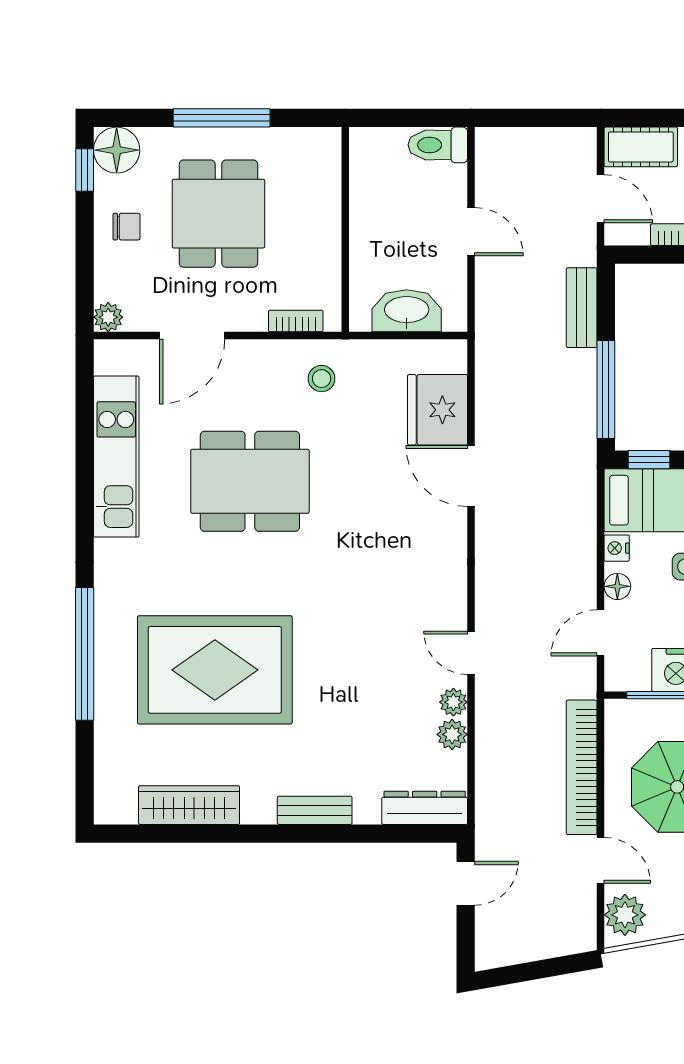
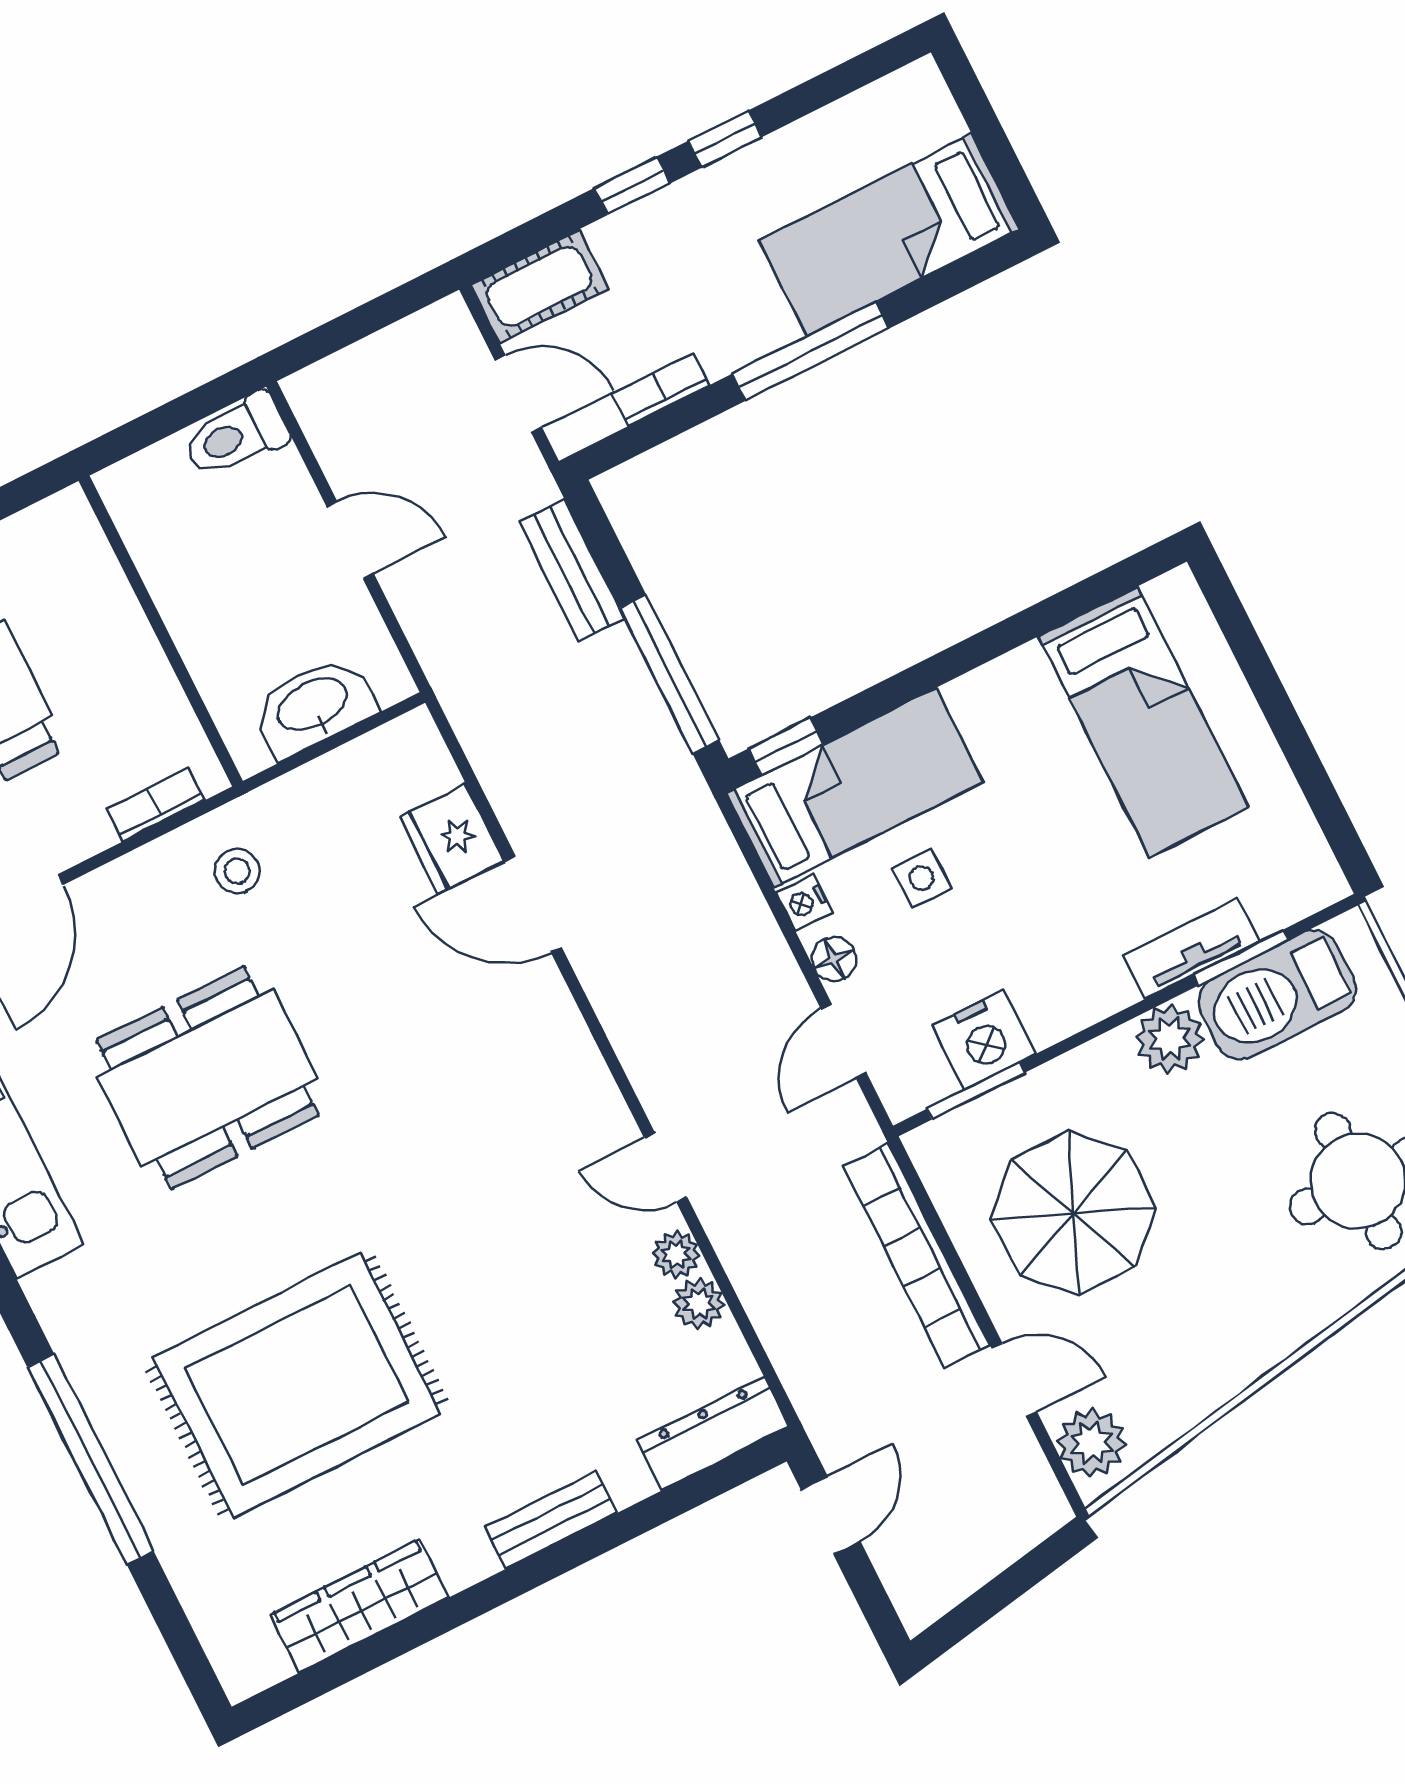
fridge: (438, 410) -> (452, 839), width x0.73, depth x0.75

